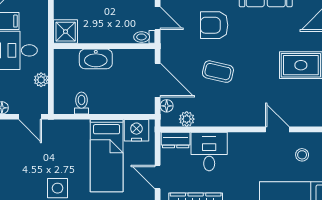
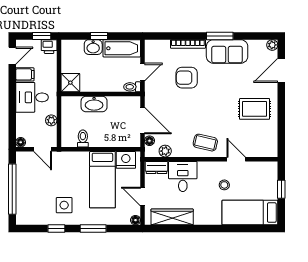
door: (158, 18) -> (142, 72), hinge flipped
coffee table: (218, 72) -> (205, 143), moved
stool: (302, 155) -> (224, 185), moved

